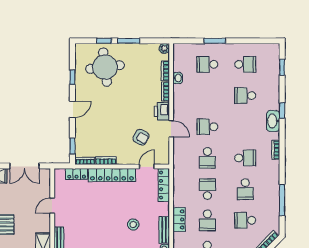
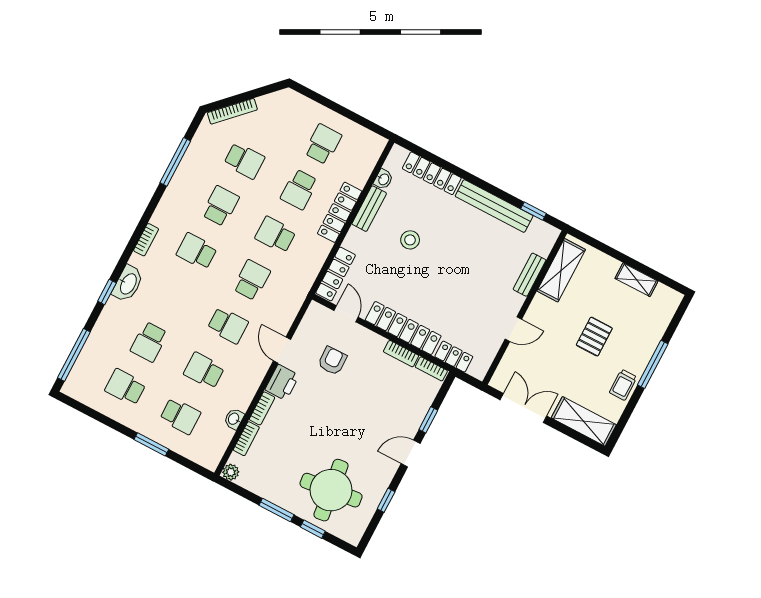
window: (282, 67) -> (74, 355), width x2.17
school desk: (207, 96) -> (204, 371), added
school desk: (245, 96) -> (149, 342), turned 90
armchair: (141, 137) -> (332, 361), turned 60
window: (72, 146) -> (428, 420), moved
door: (147, 167) -> (346, 314), swing flipped
school desk: (207, 189) -> (275, 235), turned 90
locker: (179, 219) -> (340, 212), width x1.53
school desk: (207, 220) -> (299, 189), turned 180

